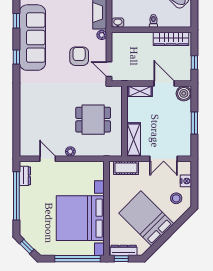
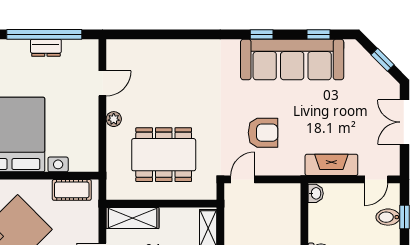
plant: (102, 35) -> (296, 168), removed
dining table: (93, 120) -> (164, 155), width x1.38
cot: (126, 168) -> (72, 190), moved, turned 90
dresser: (25, 176) -> (46, 48), moved

